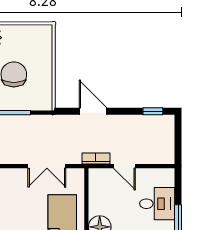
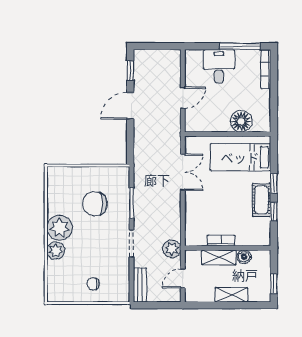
door: (93, 111) -> (130, 106), moved
bookcase: (96, 159) -> (176, 125), removed

